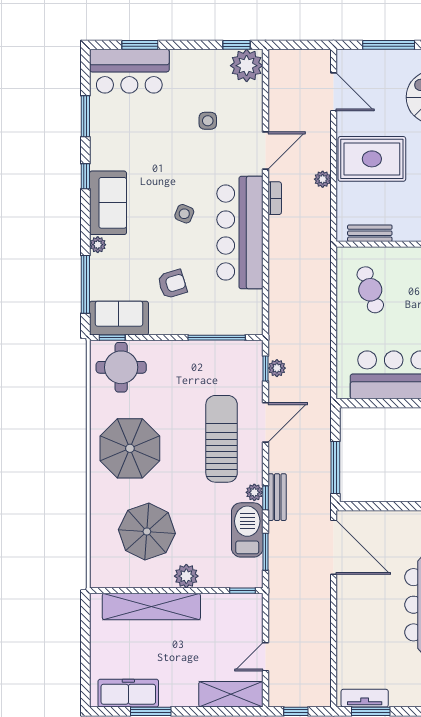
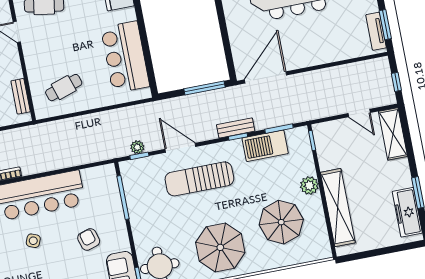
plant: (254, 492) -> (235, 146), removed

